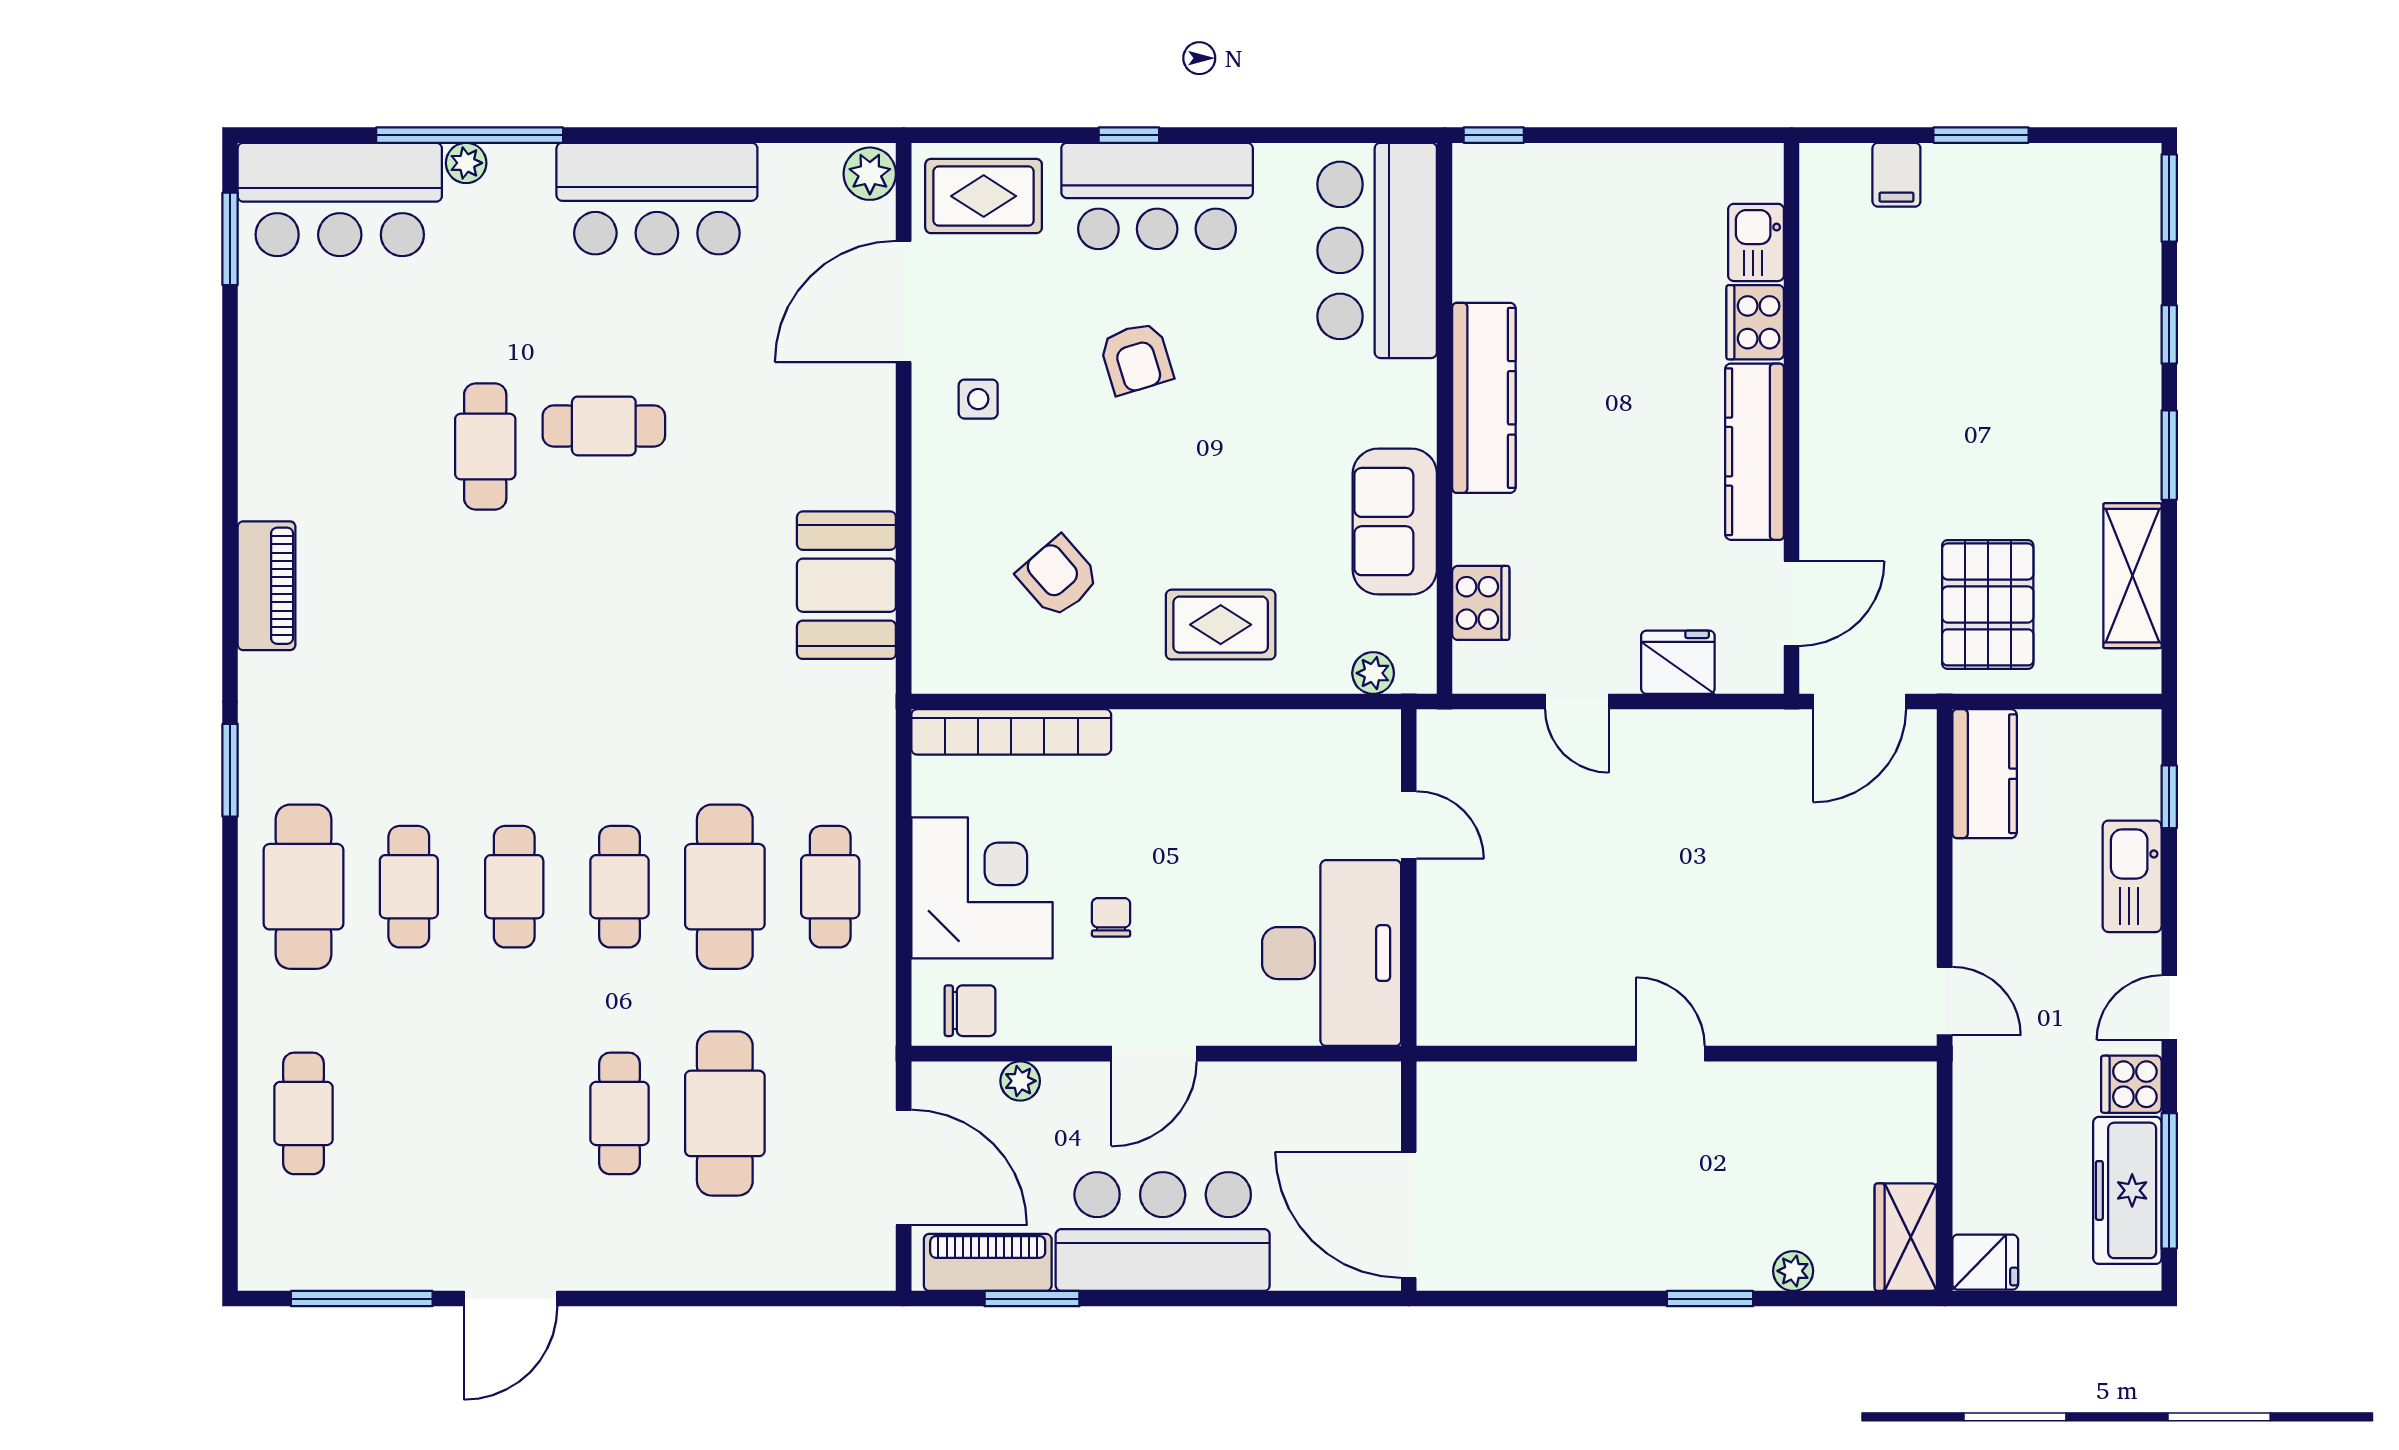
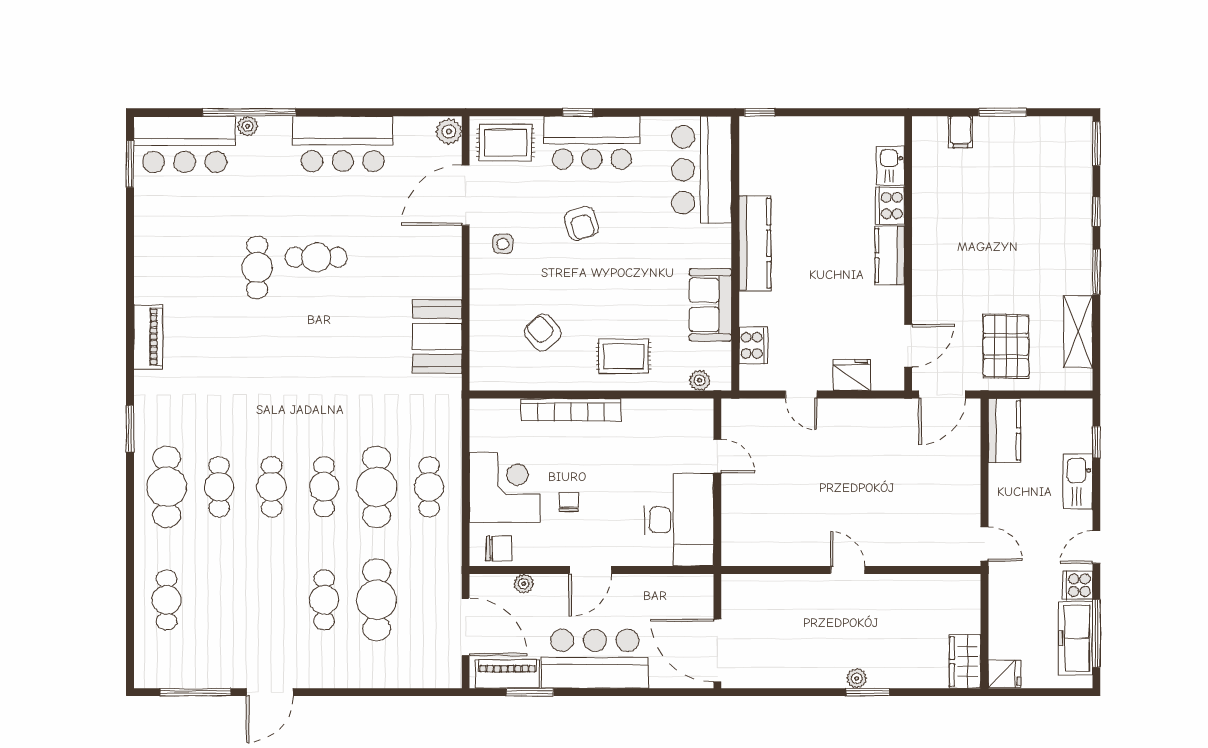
kitchen counter: (1755, 452) -> (890, 255), width x0.67
bookcase: (1011, 732) -> (571, 410), moved
plant: (1793, 1271) -> (857, 678), moved

